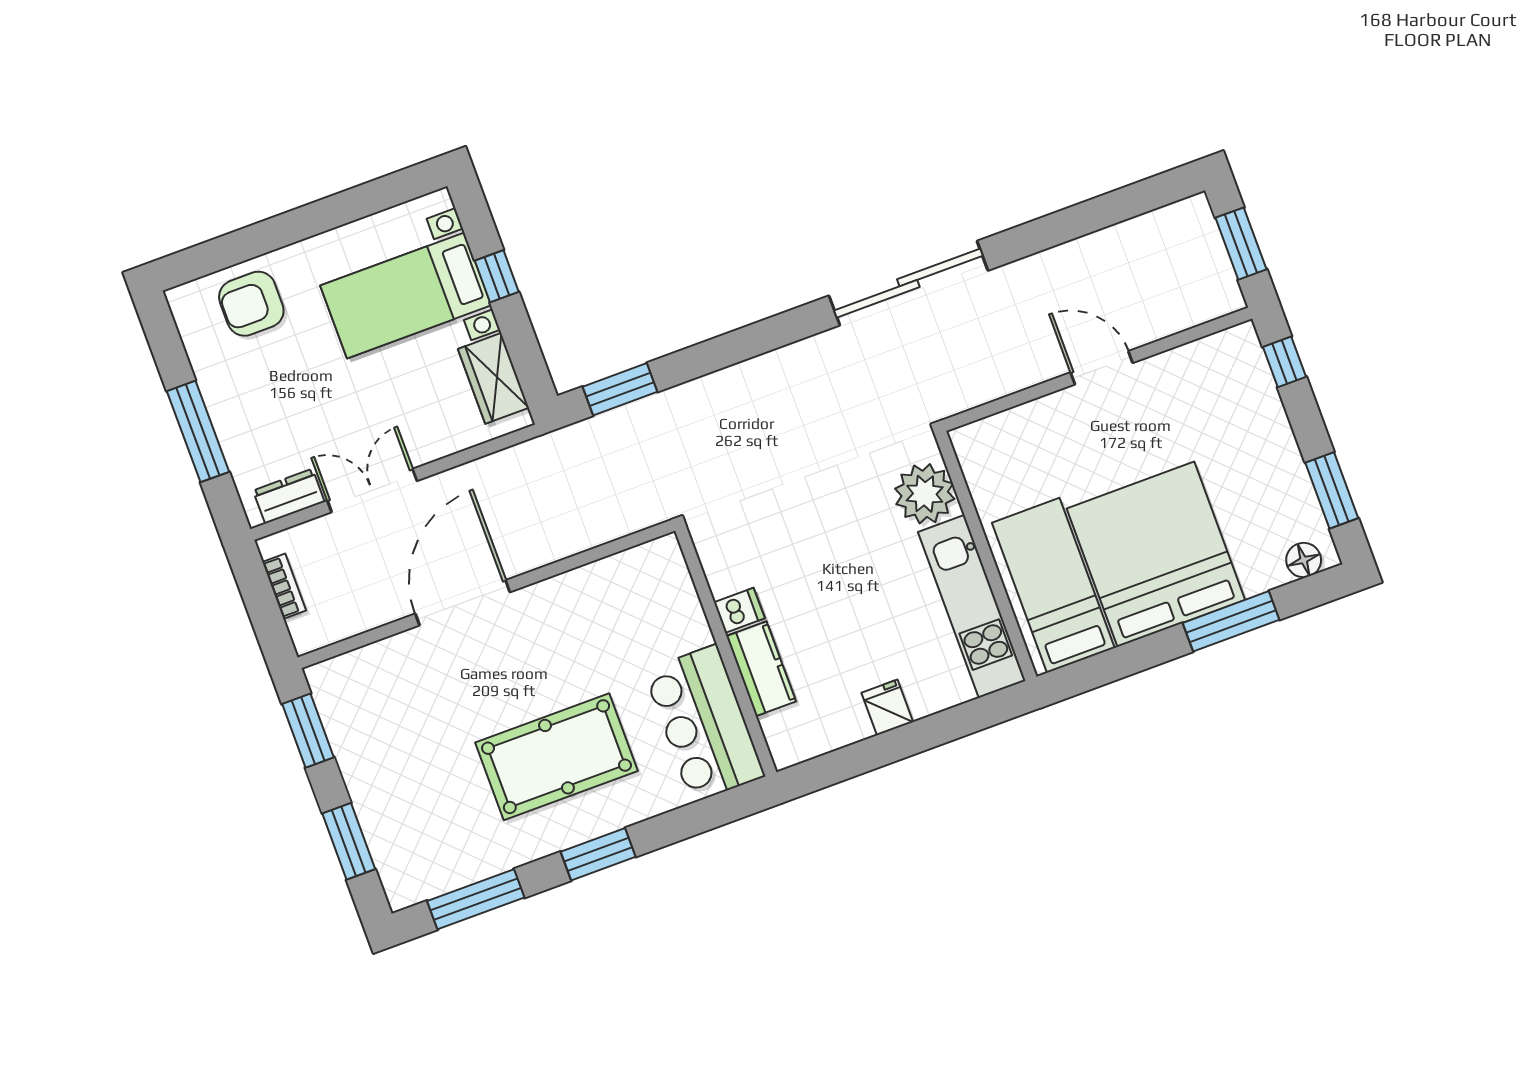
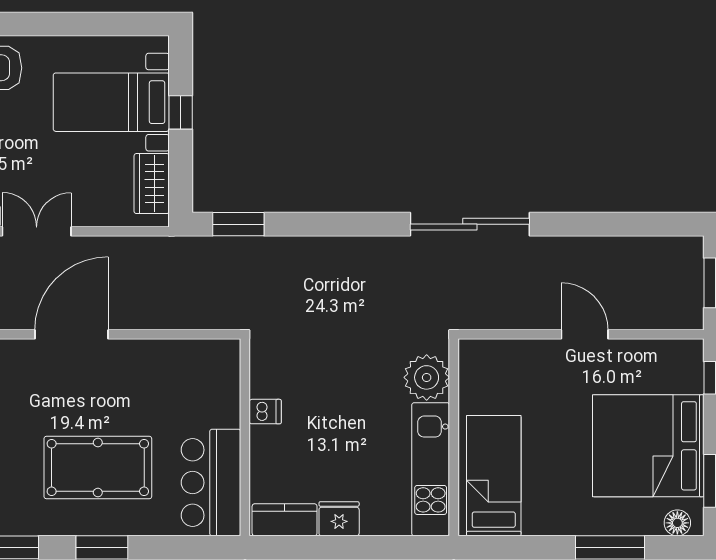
bed: (1156, 554) -> (648, 446), moved, turned -90
kitchen counter: (761, 669) -> (285, 520), moved, turned -90
fridge: (887, 707) -> (339, 519), width x1.38

